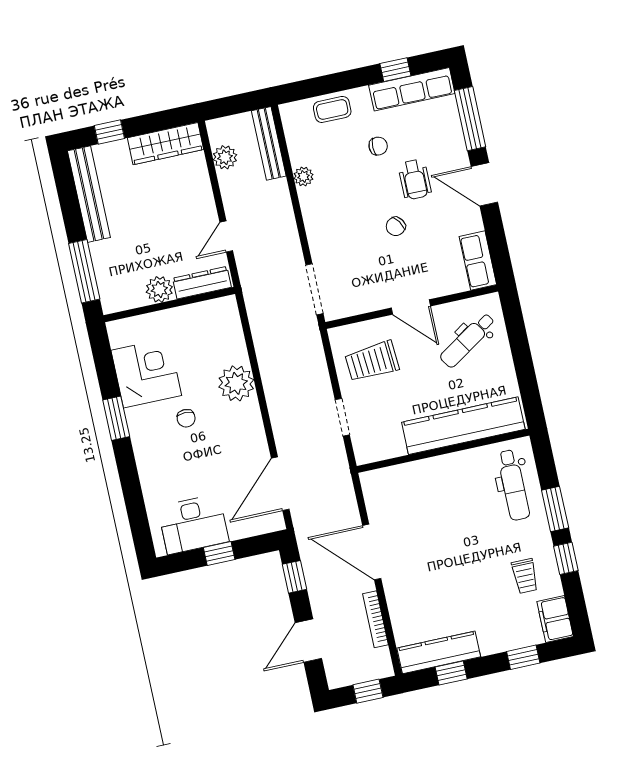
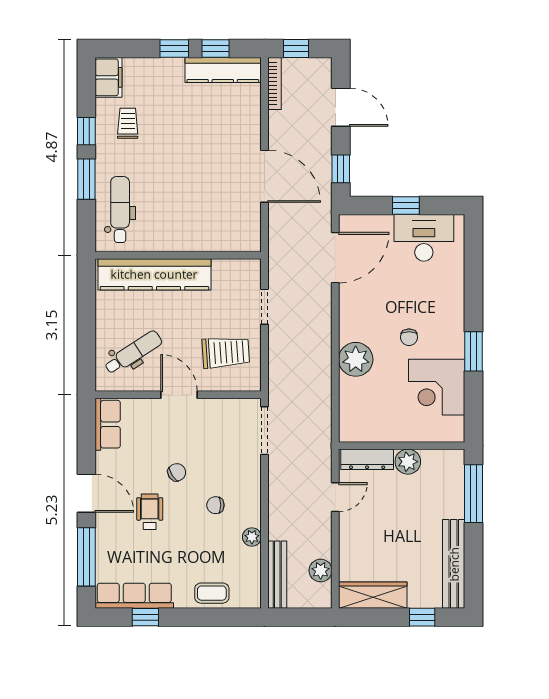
chair: (378, 146) -> (215, 505), moved
chair: (186, 418) -> (409, 337), turned 180
bookcase: (376, 619) -> (274, 84), moved
door: (308, 641) -> (341, 107), hinge flipped
window: (523, 657) -> (174, 48), moved

